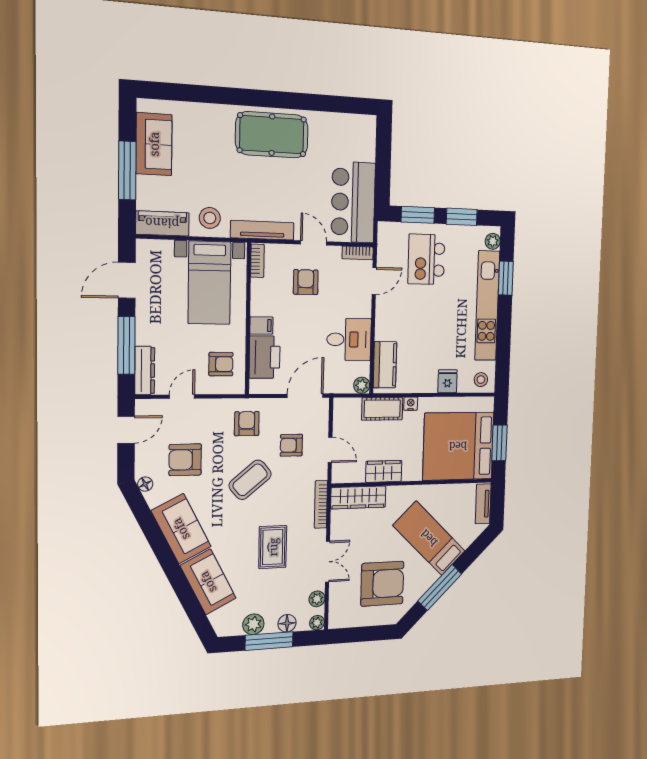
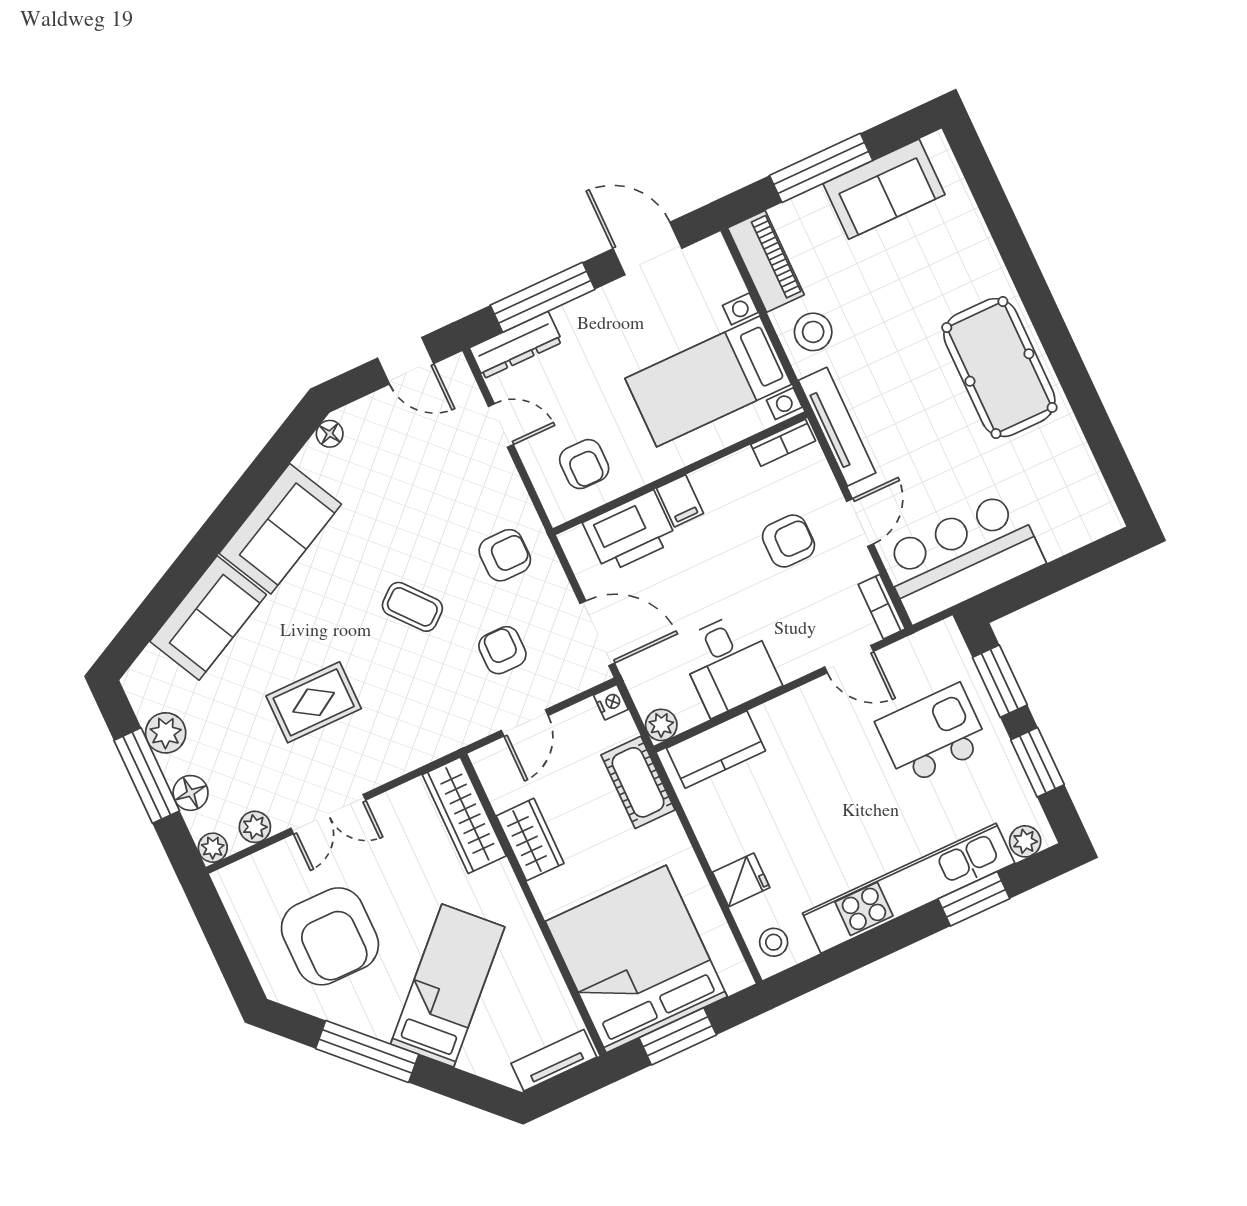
nightstand: (411, 404) -> (611, 702), moved
armchair: (185, 460) -> (399, 480), removed
coffee table: (250, 480) -> (412, 607), width x0.73, depth x0.77
bookcase: (321, 504) -> (423, 753), removed

